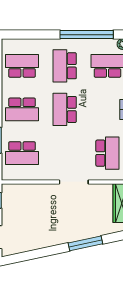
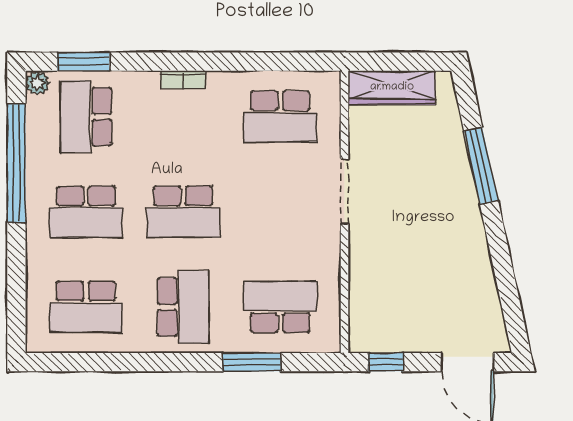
school desk: (22, 66) -> (86, 307), turned -90
school desk: (22, 153) -> (280, 307), turned -90
school desk: (107, 153) -> (280, 117), turned 180

